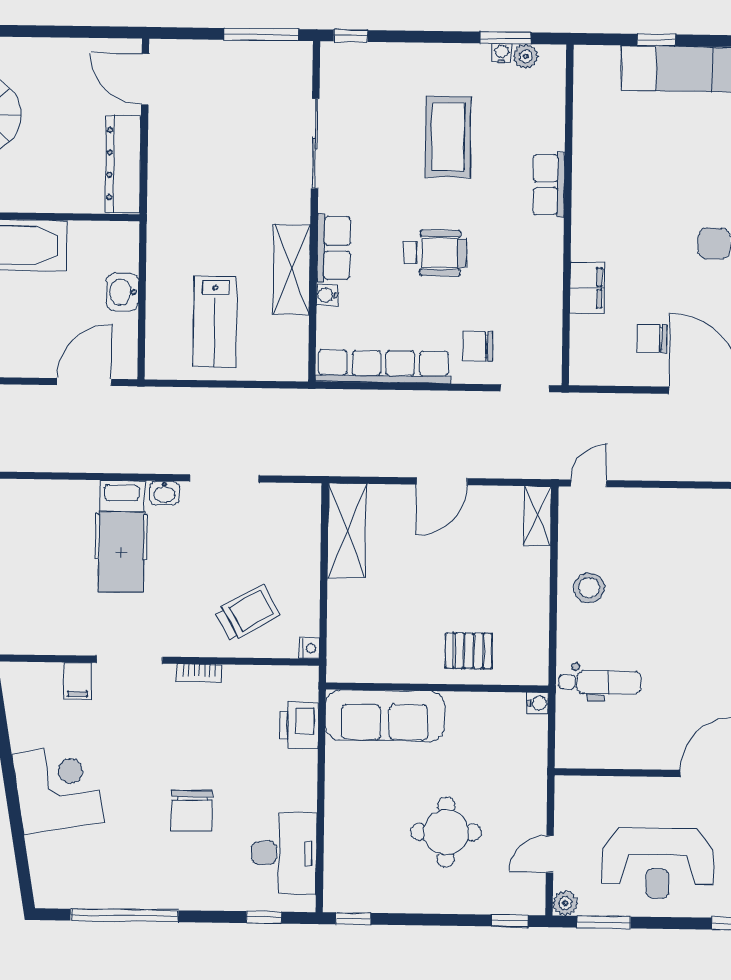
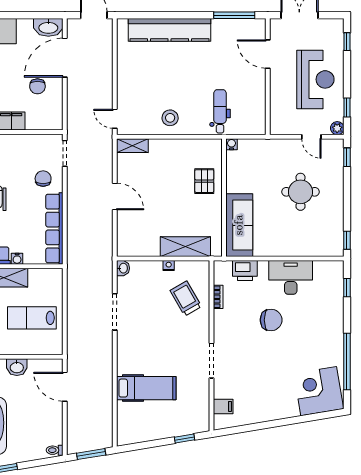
lab bench: (215, 322) -> (32, 318), turned 180
chair: (478, 346) -> (43, 179), turned 180
washbasin: (164, 493) -> (123, 268), moved
shelving: (347, 531) -> (185, 247), moved
hospital bed: (121, 536) -> (146, 388), moved
nightstand: (309, 648) -> (169, 265), moved
bookcase: (199, 673) -> (218, 297), moved
filing cabinet: (78, 681) -> (223, 406), moved
corner desk: (58, 788) -> (319, 391), moved
chair: (192, 811) -> (271, 320), moved
desk: (284, 853) -> (291, 277), moved
window: (604, 922) -> (347, 108), width x0.67

